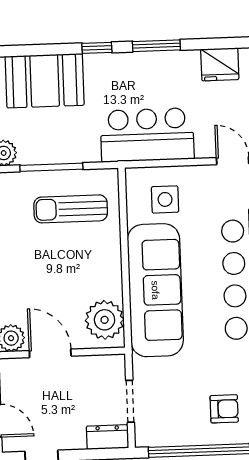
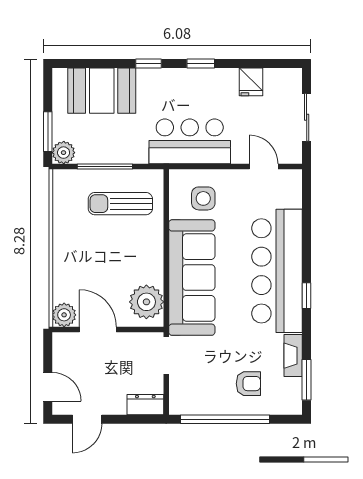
window: (156, 46) -> (201, 64), width x0.67
fridge: (220, 64) -> (251, 82), width x0.72
doorway: (130, 401) -> (166, 355), moved

